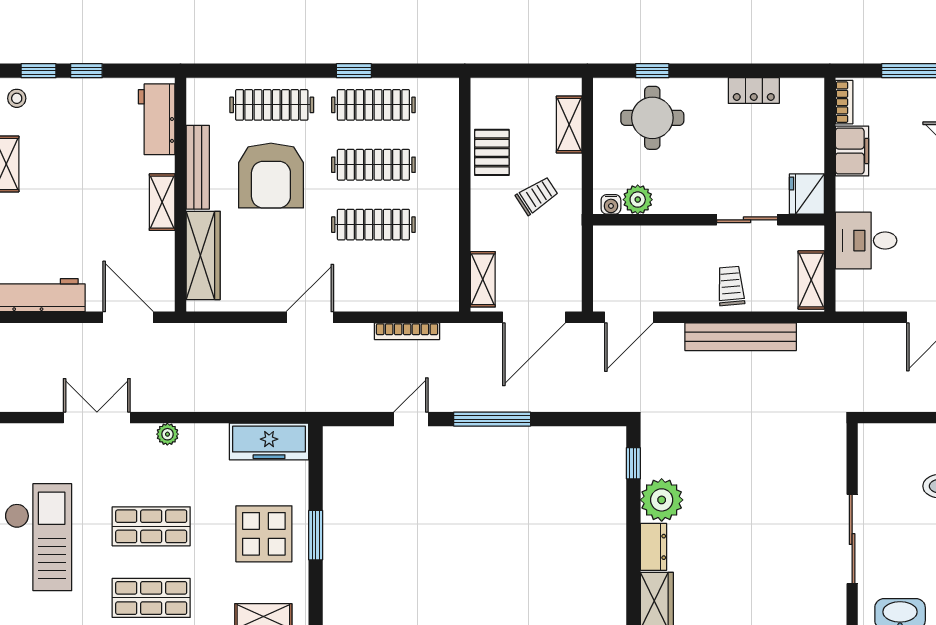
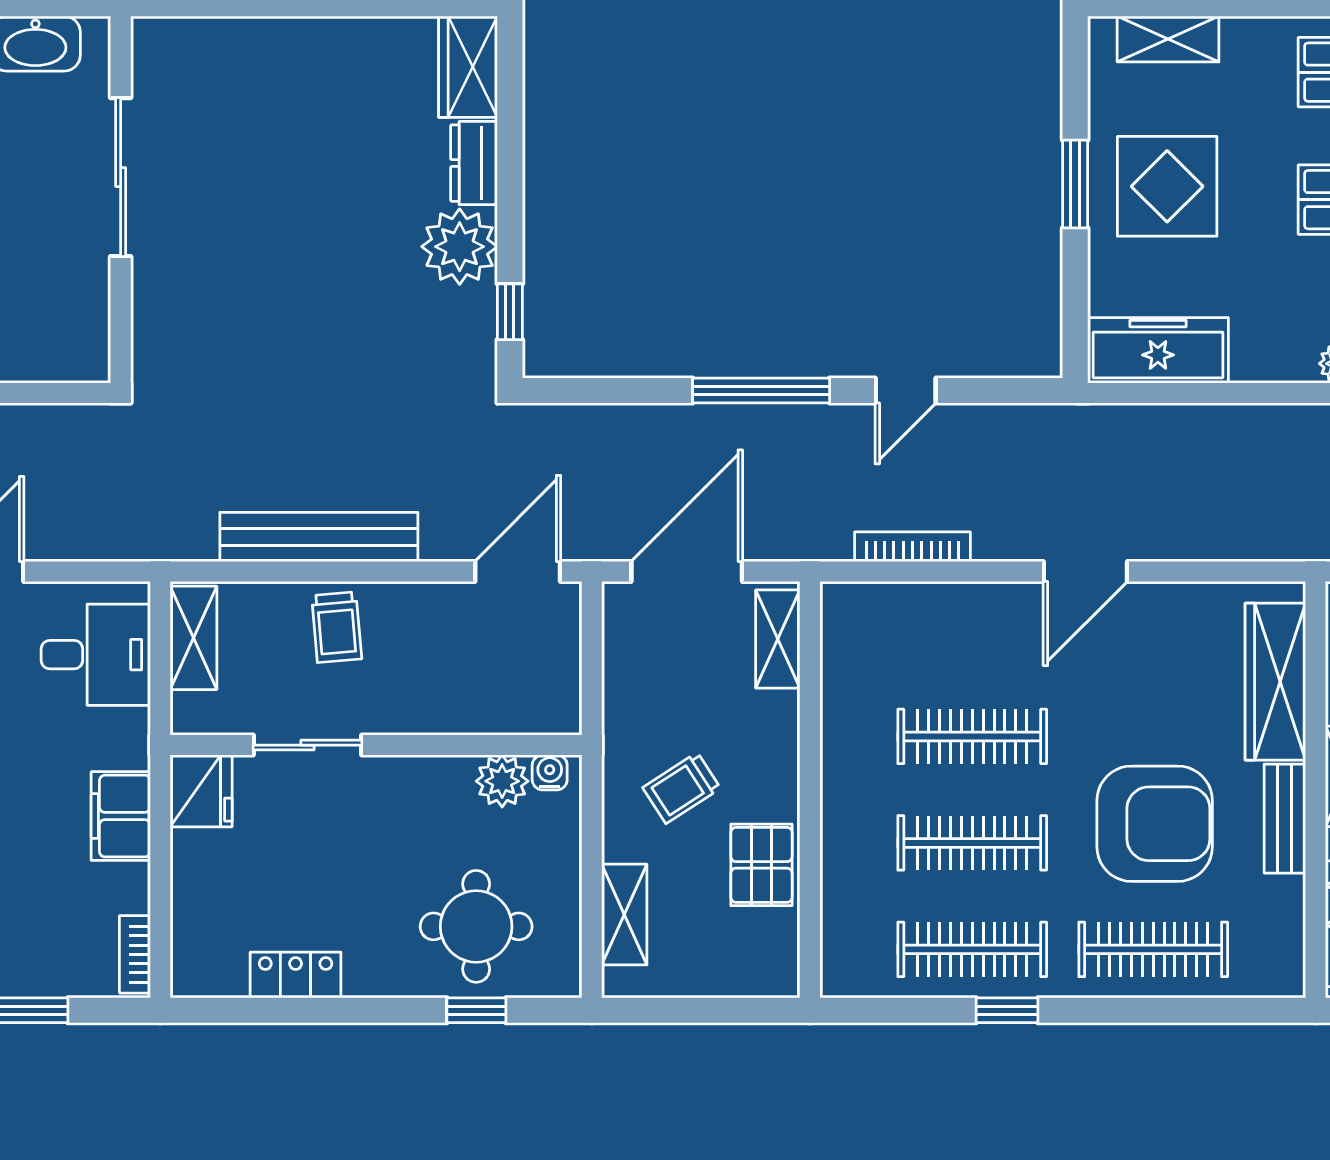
filing cabinet: (852, 151) -> (121, 816), moved
bench: (198, 167) -> (1285, 819), width x0.73
armchair: (271, 176) -> (1155, 824), turned 90
desk: (866, 241) -> (96, 655), moved

